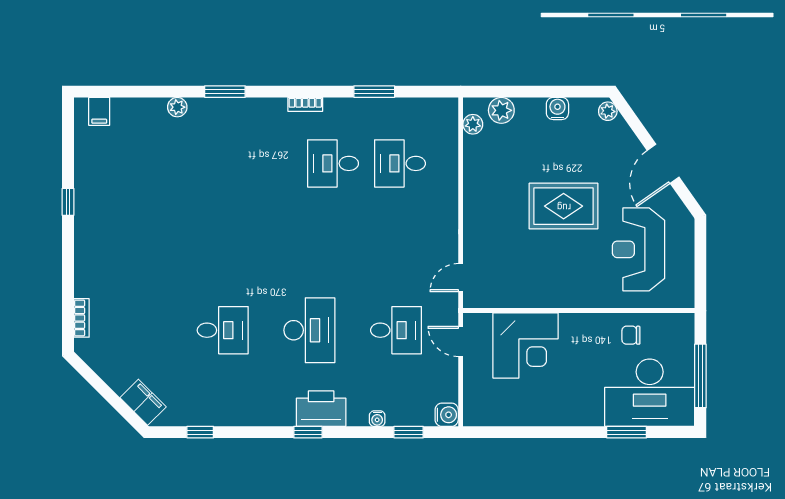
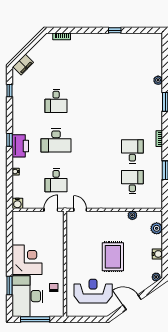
filing cabinet: (99, 111) -> (156, 44), removed
plant: (473, 124) -> (132, 215), moved
corner desk: (525, 345) -> (27, 260), moved, turned 180
window: (409, 432) -> (9, 186), removed

